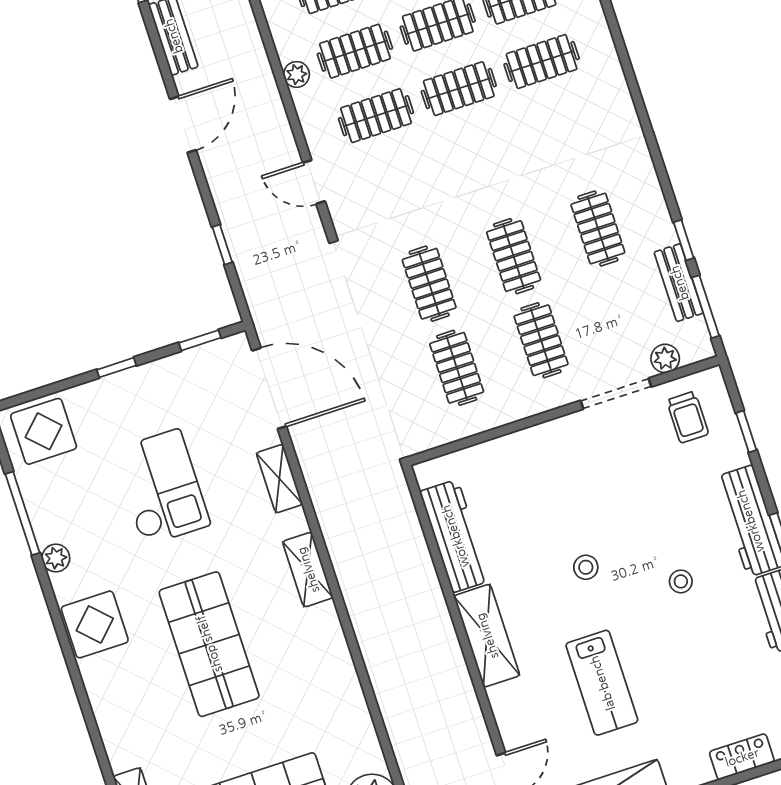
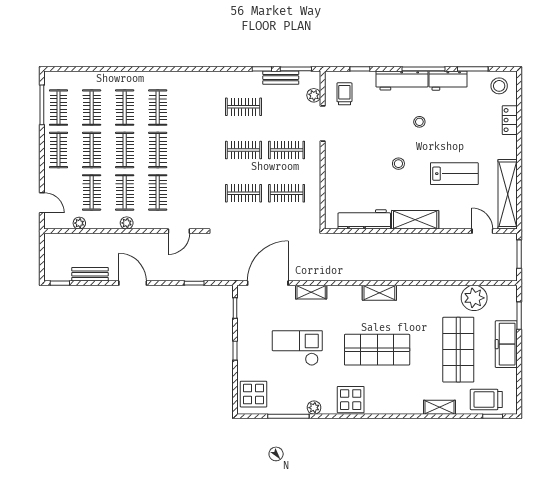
trolley: (688, 417) -> (344, 94), turned -90
shelving: (308, 570) -> (379, 293), moved

